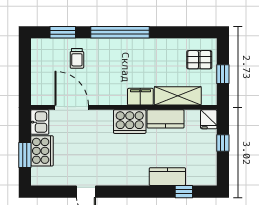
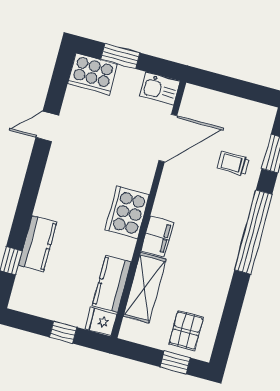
window: (223, 74) -> (175, 362), moved
kitchen counter: (166, 119) -> (112, 284), moved
cooker: (42, 151) -> (93, 74), moved

